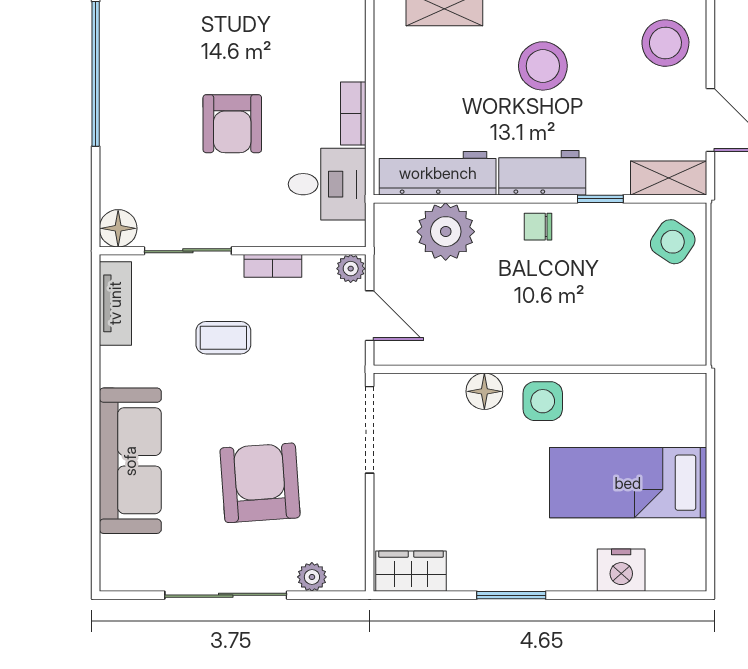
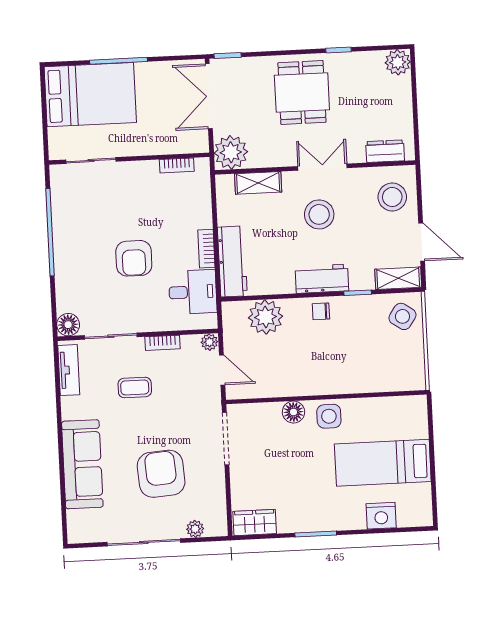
workbench: (438, 173) -> (232, 261), moved, turned 90

